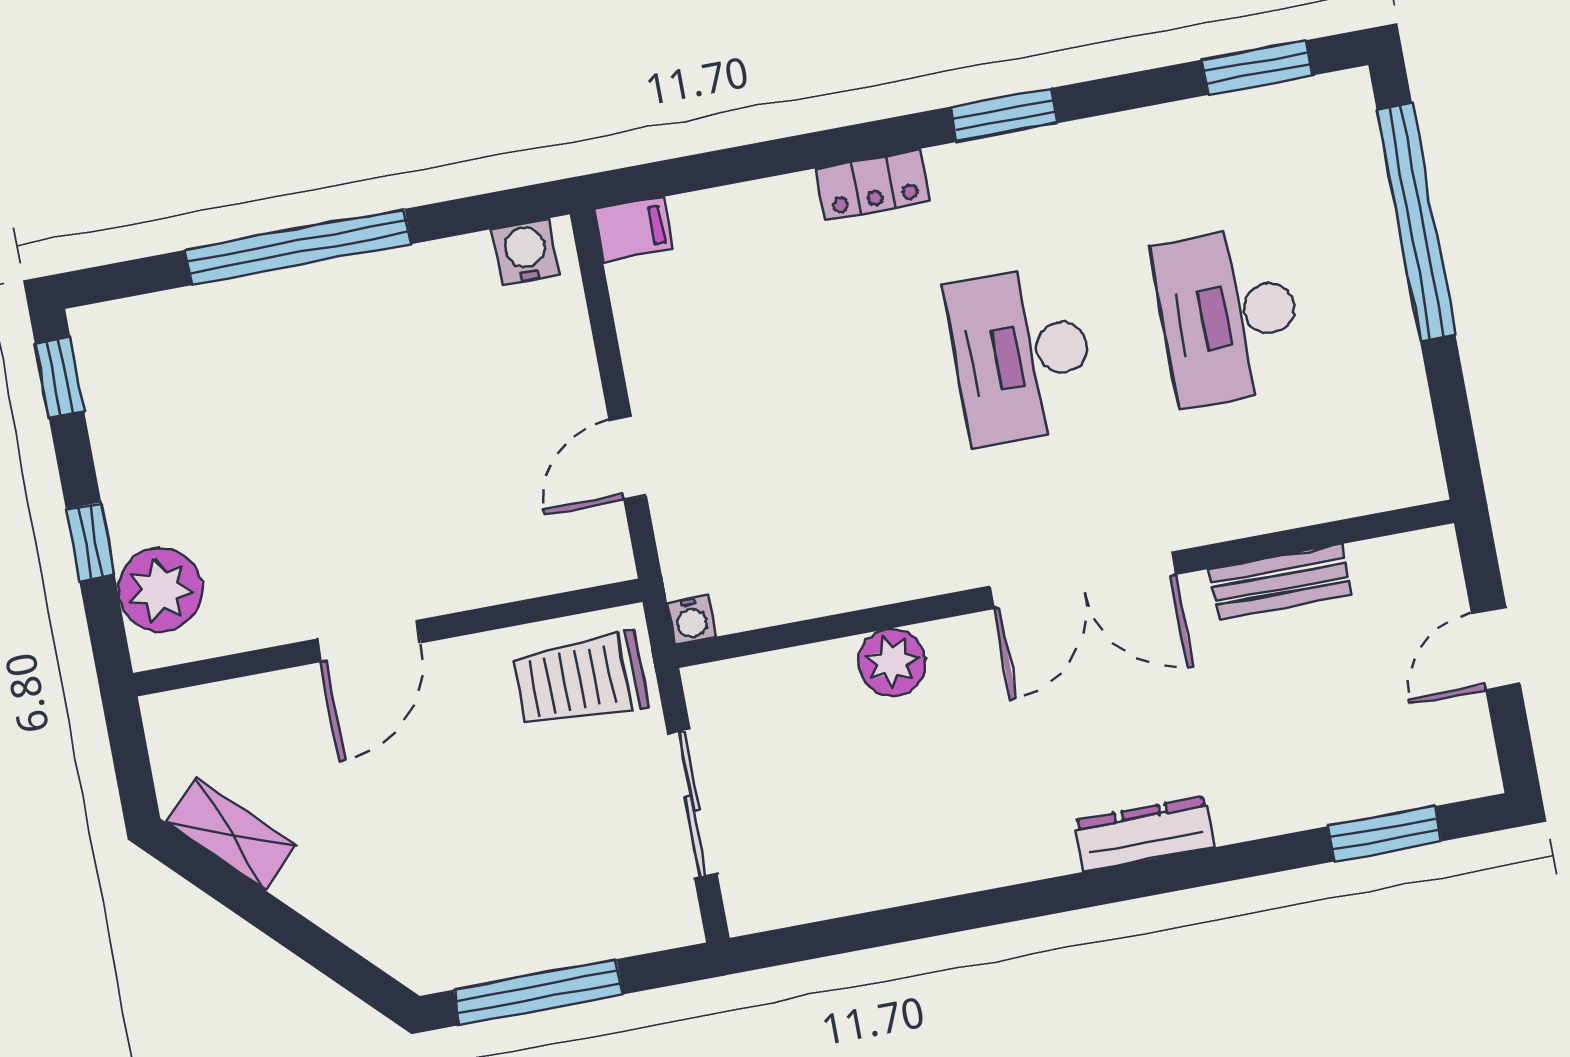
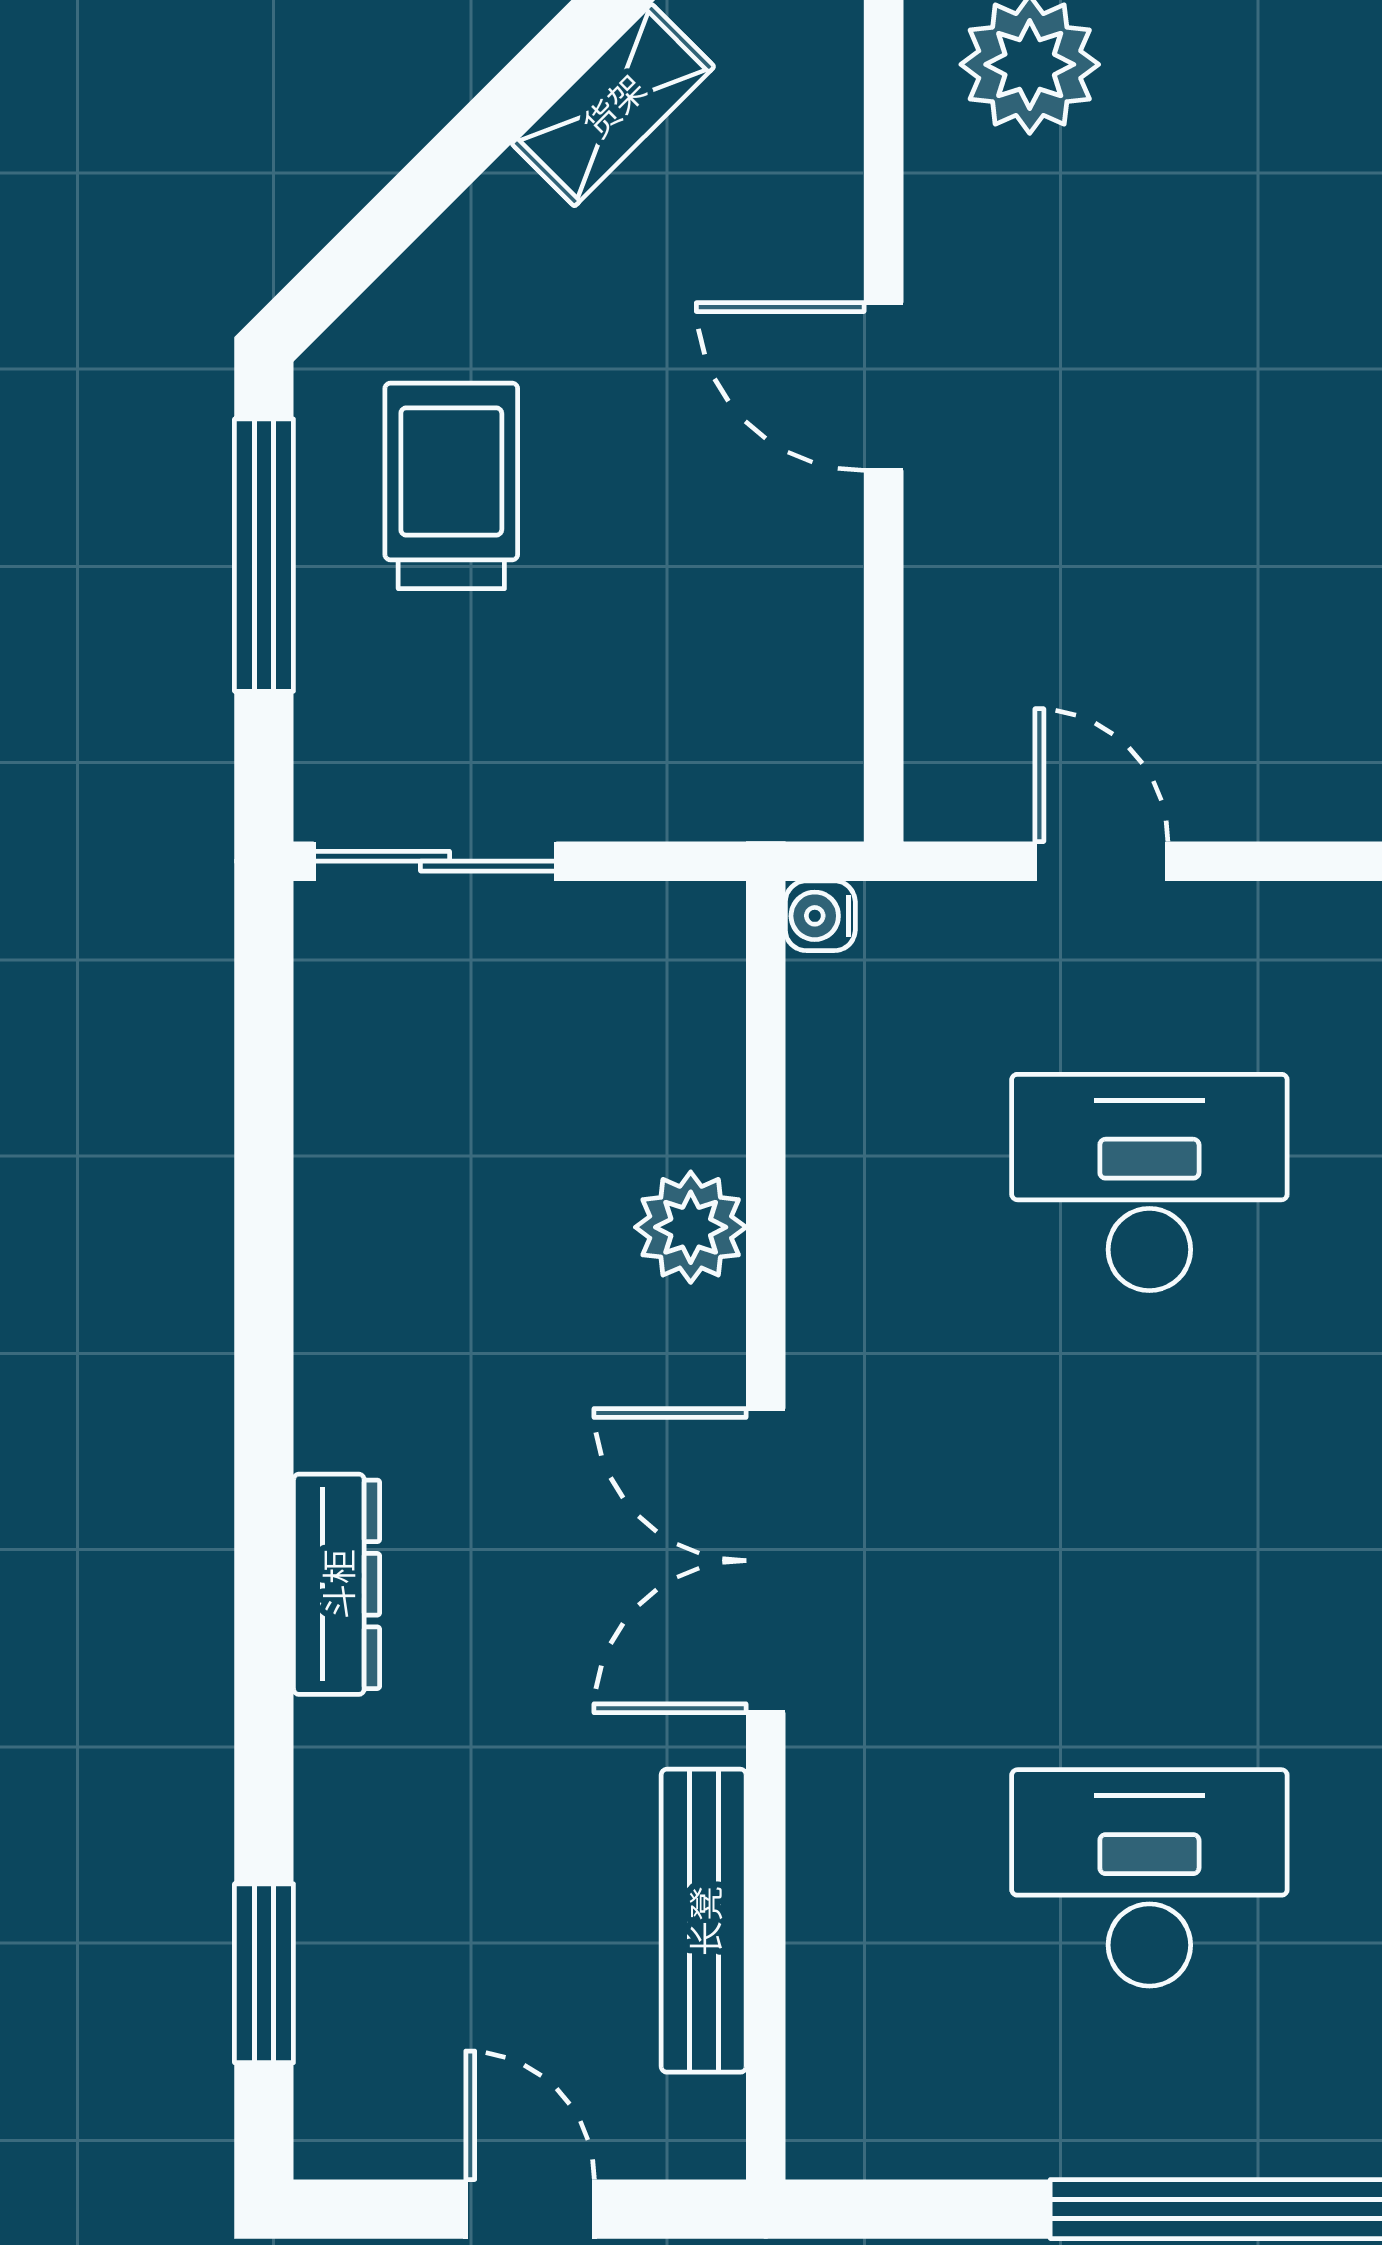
desk: (1022, 355) -> (1149, 1182), moved
bench: (1280, 582) -> (704, 1921), width x1.36
trolley: (580, 680) -> (451, 486), moved
sliding door: (692, 804) -> (435, 861), moved

